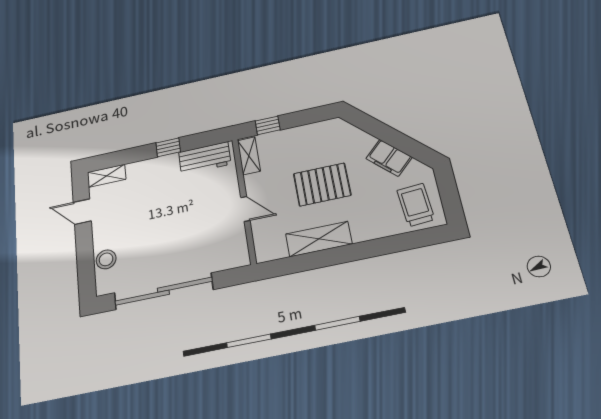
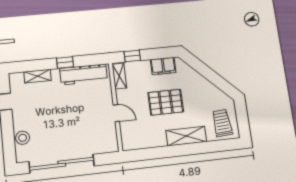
workbench: (205, 158) -> (84, 74), width x1.38
filing cabinet: (389, 158) -> (163, 66), moved, turned -45
shelving: (107, 176) -> (38, 76), moved
shelving: (319, 239) -> (186, 136), moved

